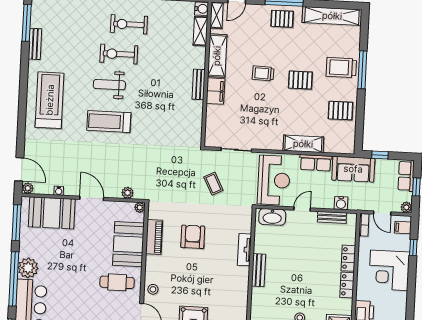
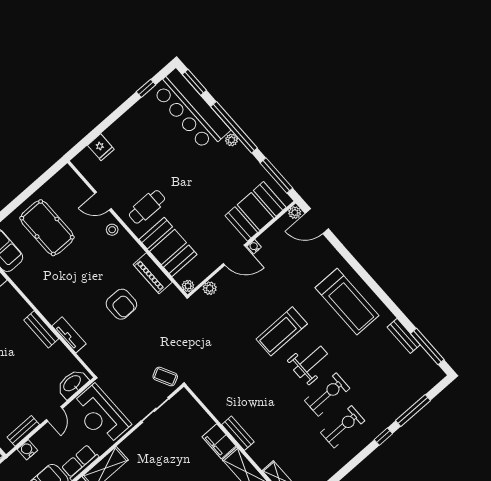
treadmill: (109, 122) -> (282, 331), turned 180
coffee table: (213, 184) -> (165, 376), moved
water cooler: (59, 191) -> (254, 247), moved
plant: (28, 268) -> (231, 140), width x0.53, depth x0.53

